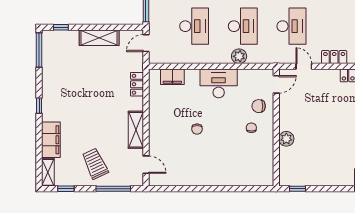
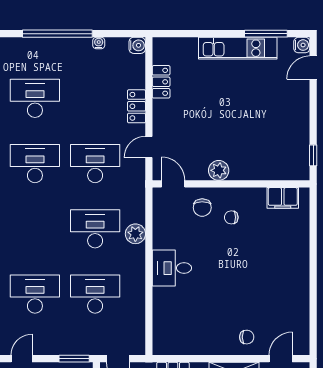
filing cabinet: (172, 77) -> (283, 198), moved, turned 90
desk: (219, 83) -> (172, 268), width x0.73
chair: (197, 129) -> (247, 337), moved
plant: (286, 139) -> (219, 170), moved

